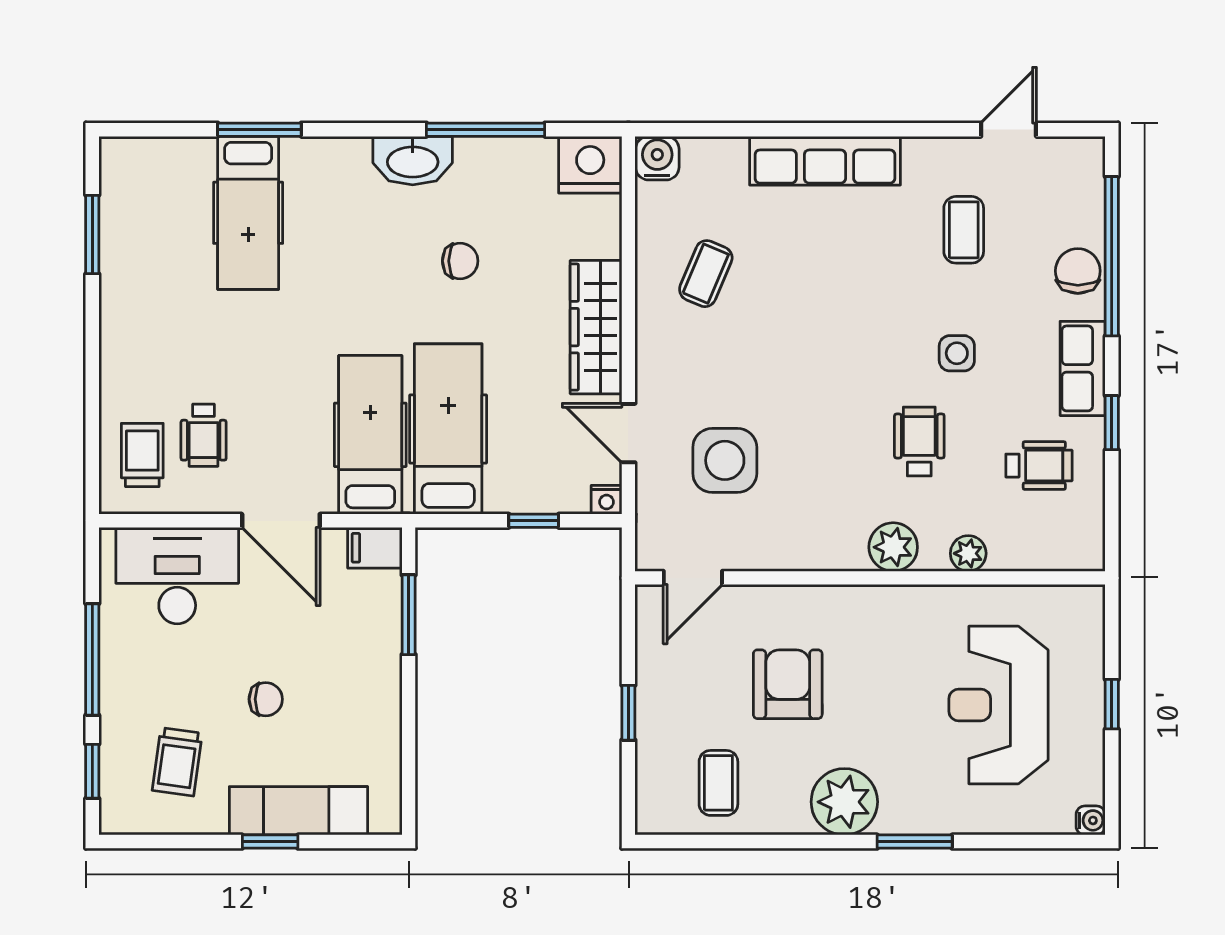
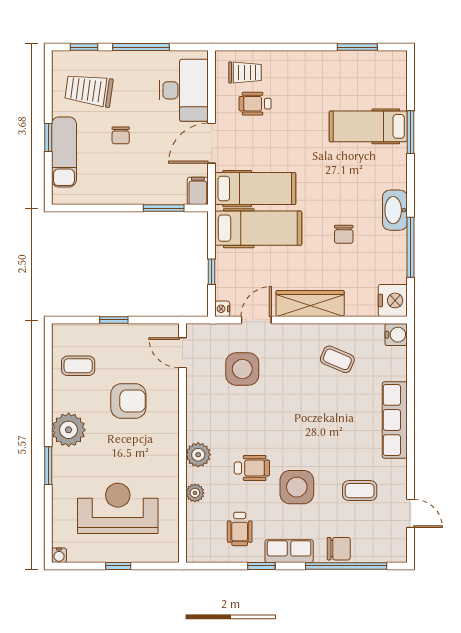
side table: (957, 353) -> (297, 487), width x1.87, depth x1.87
trolley: (177, 762) -> (89, 90), width x1.36, depth x1.39

